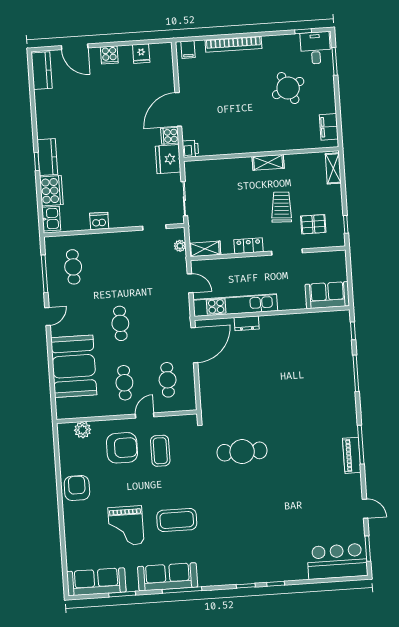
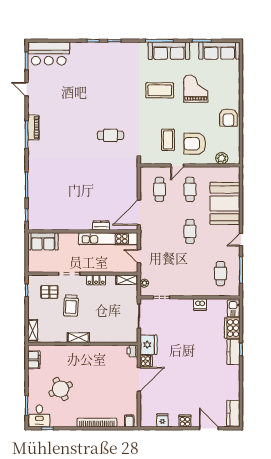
cafe table: (242, 452) -> (110, 135), width x0.73, depth x0.74

